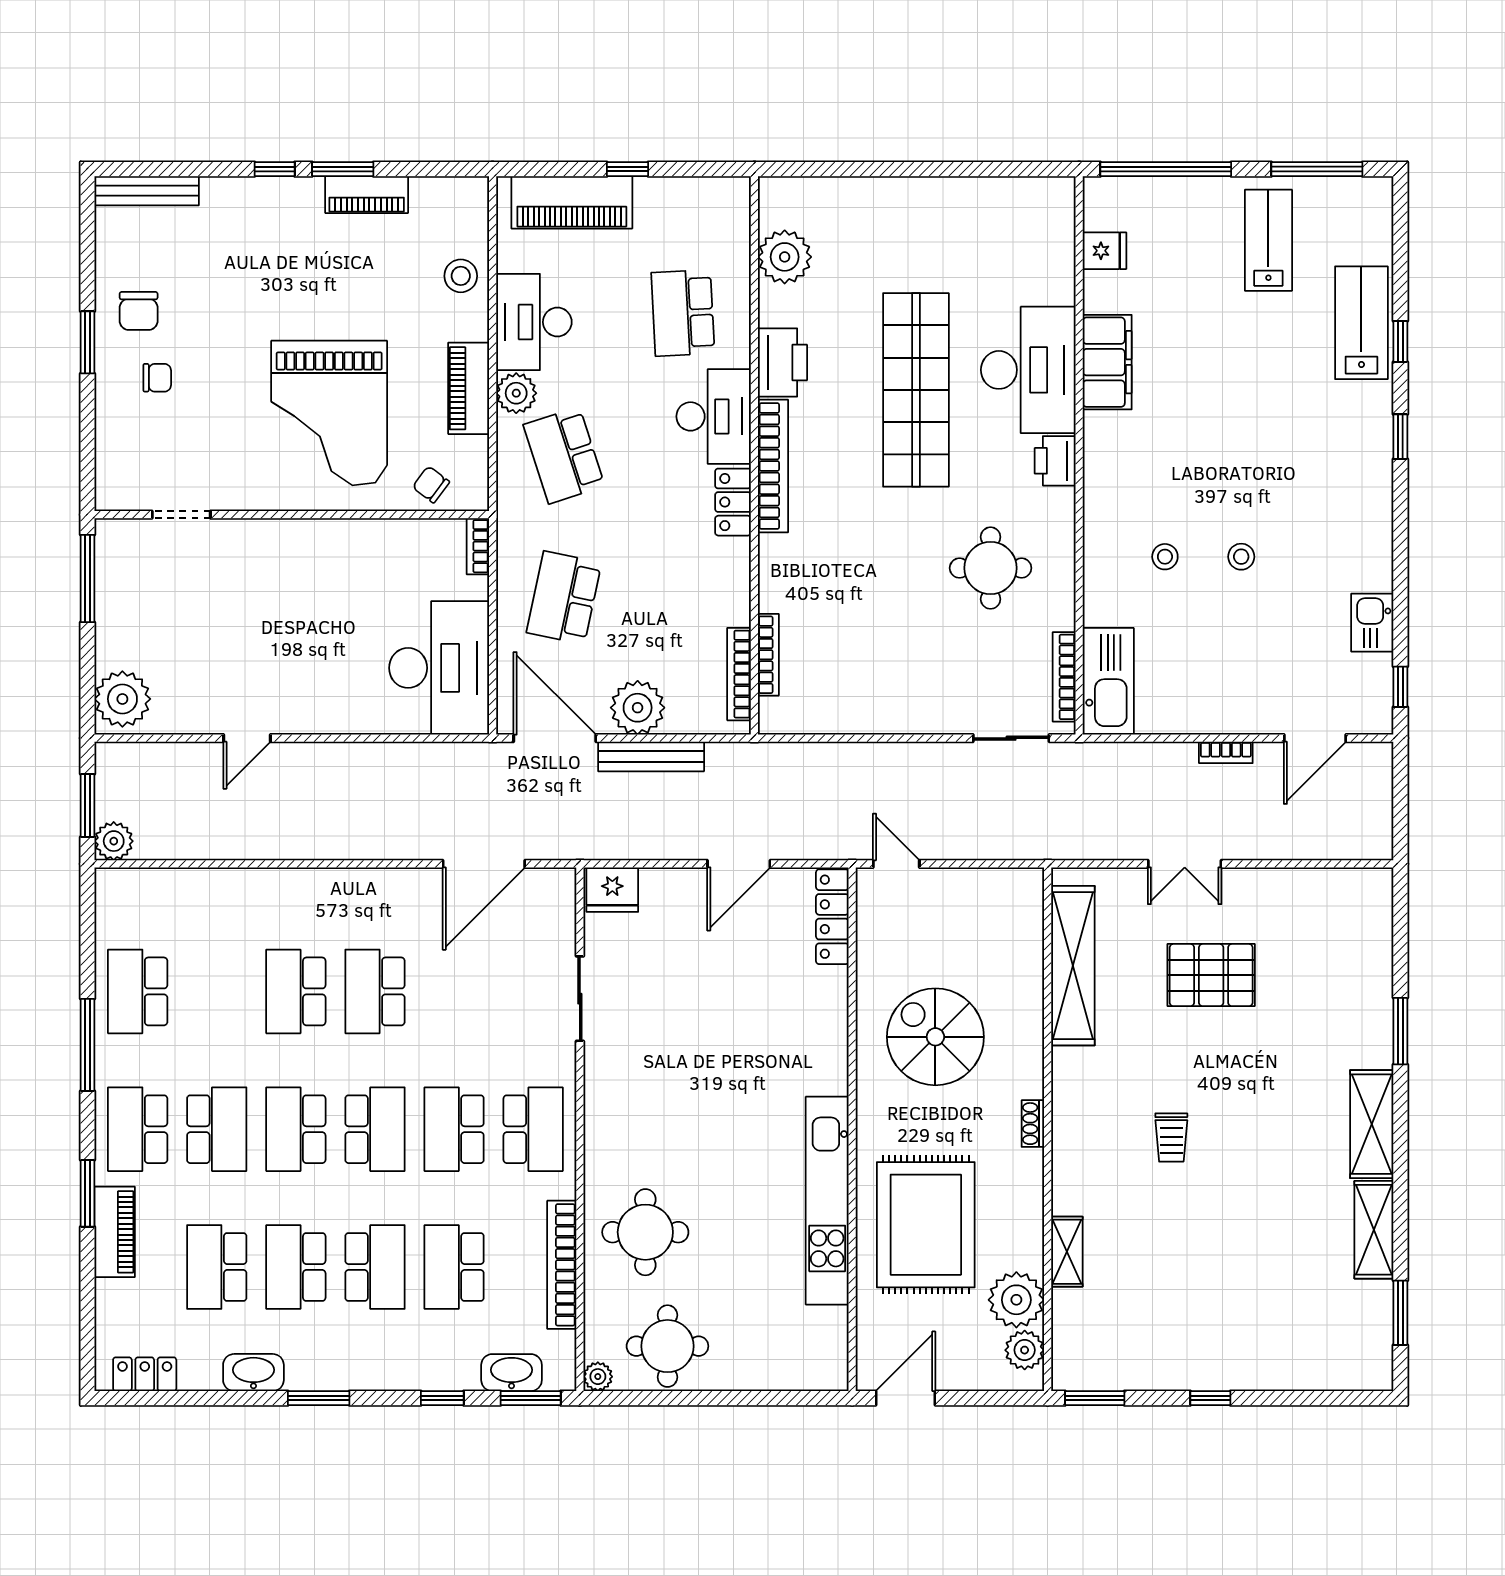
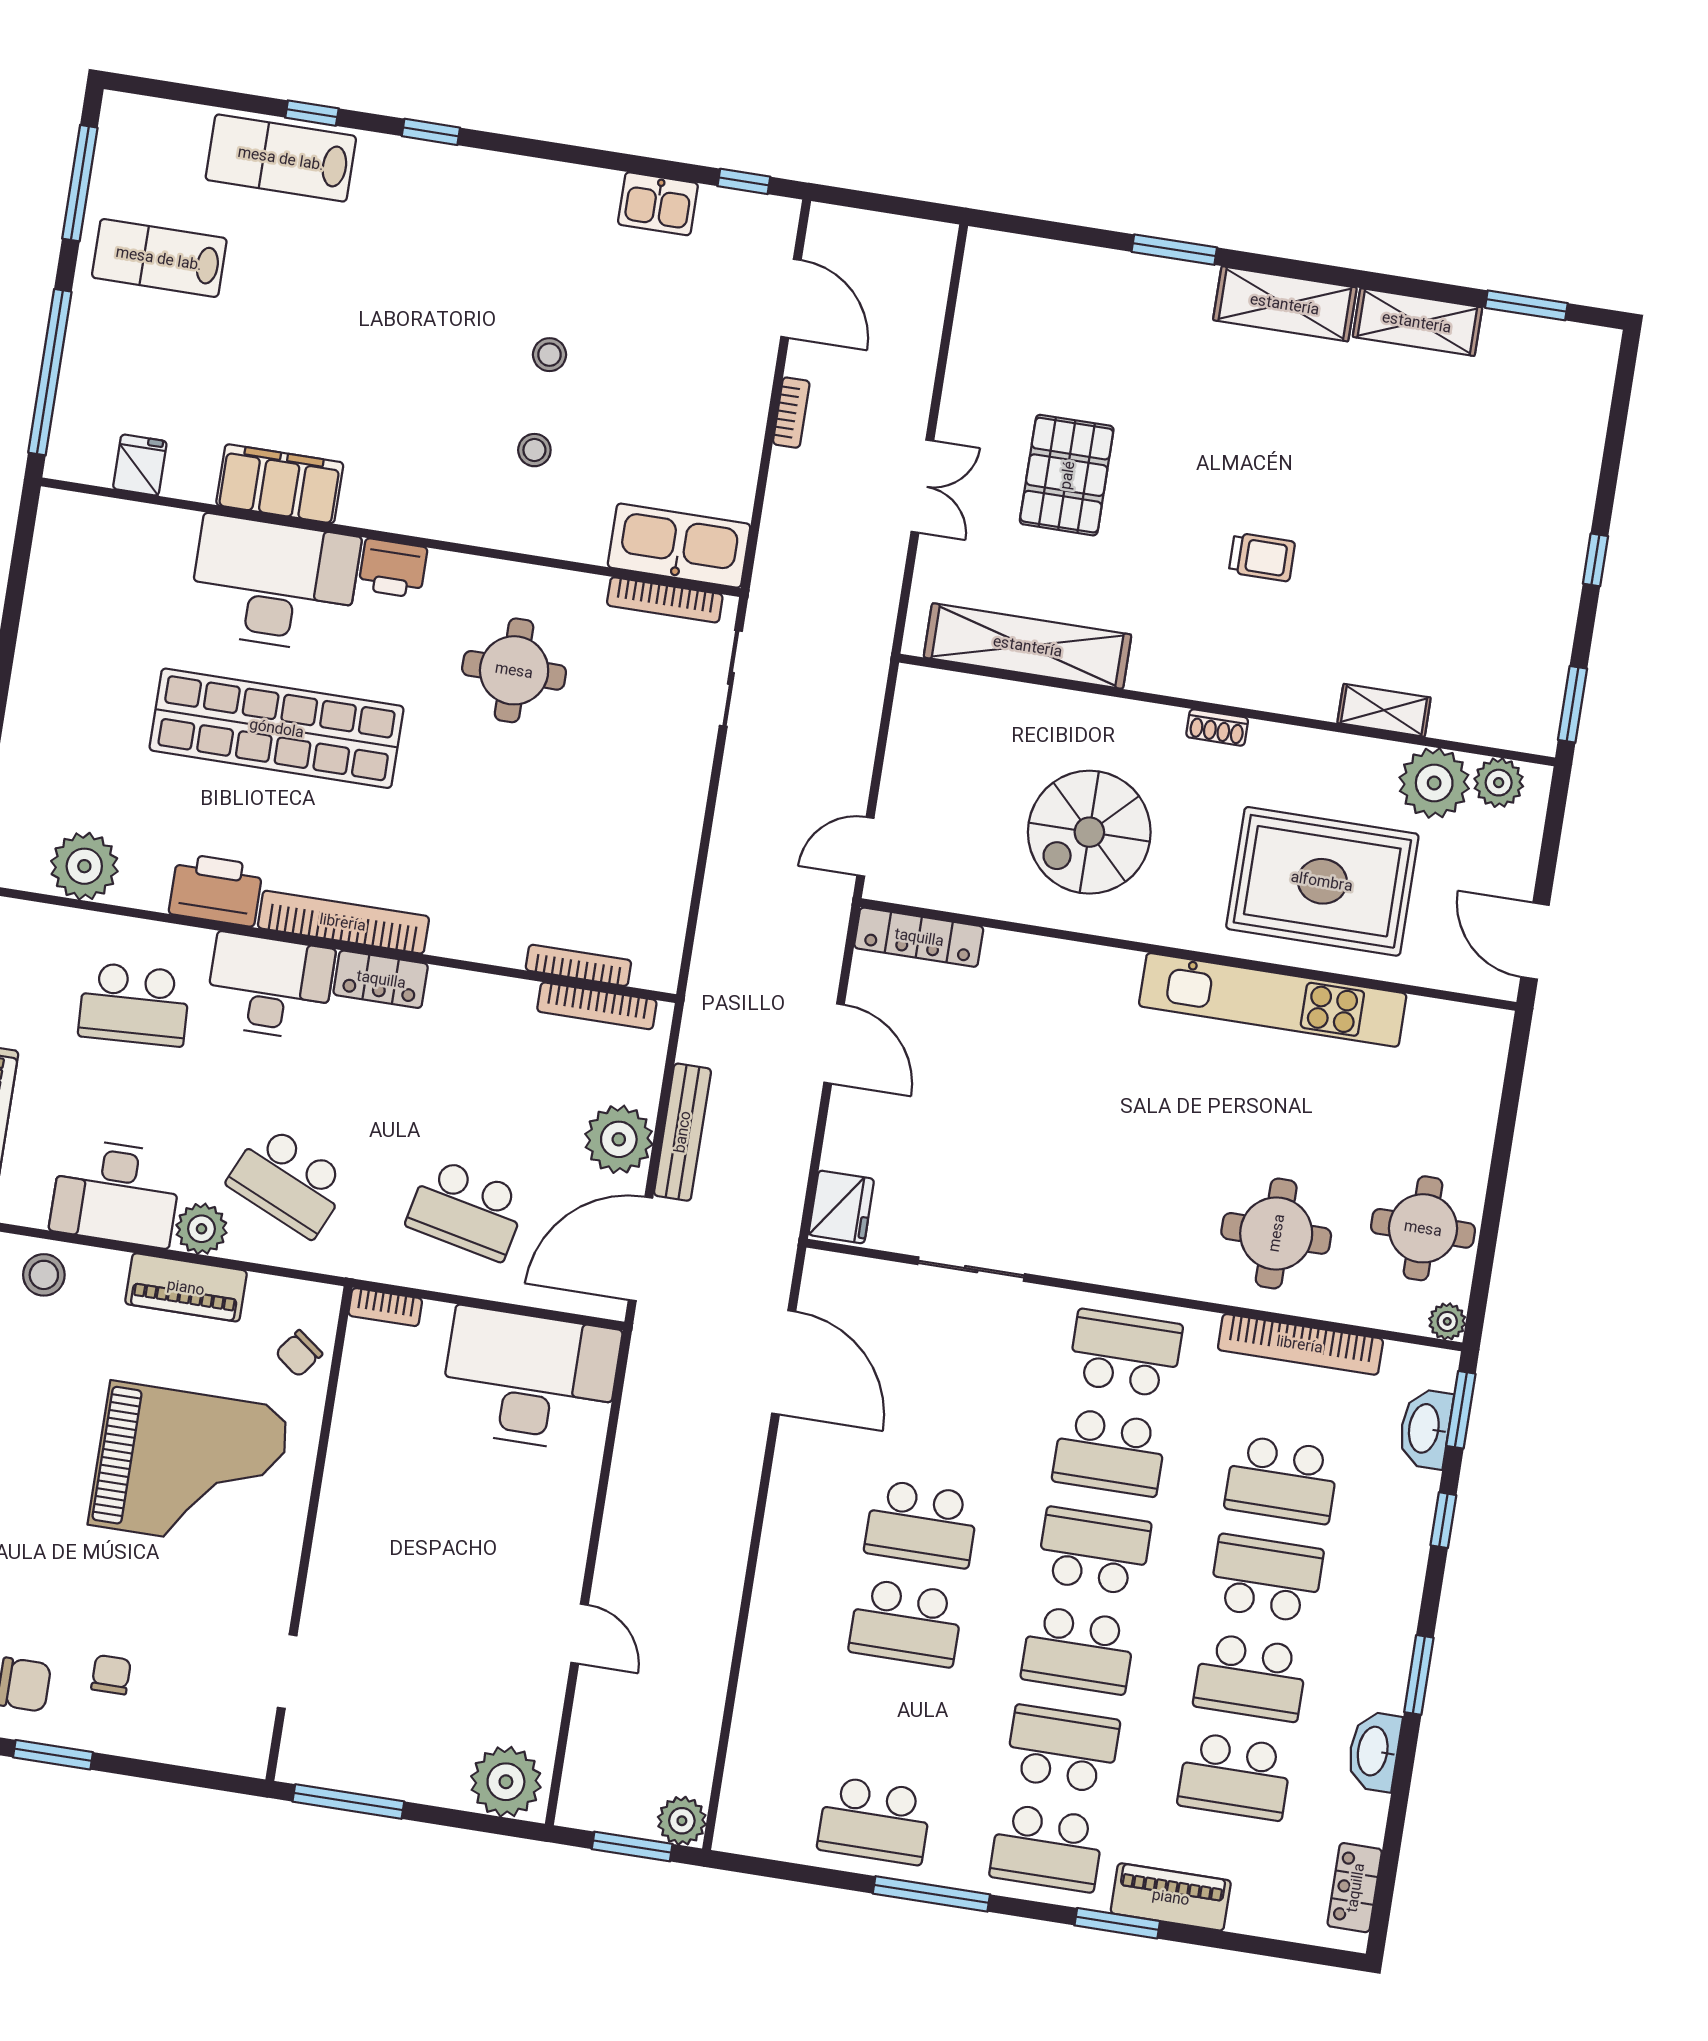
school desk: (564, 455) -> (289, 1181), turned 42

